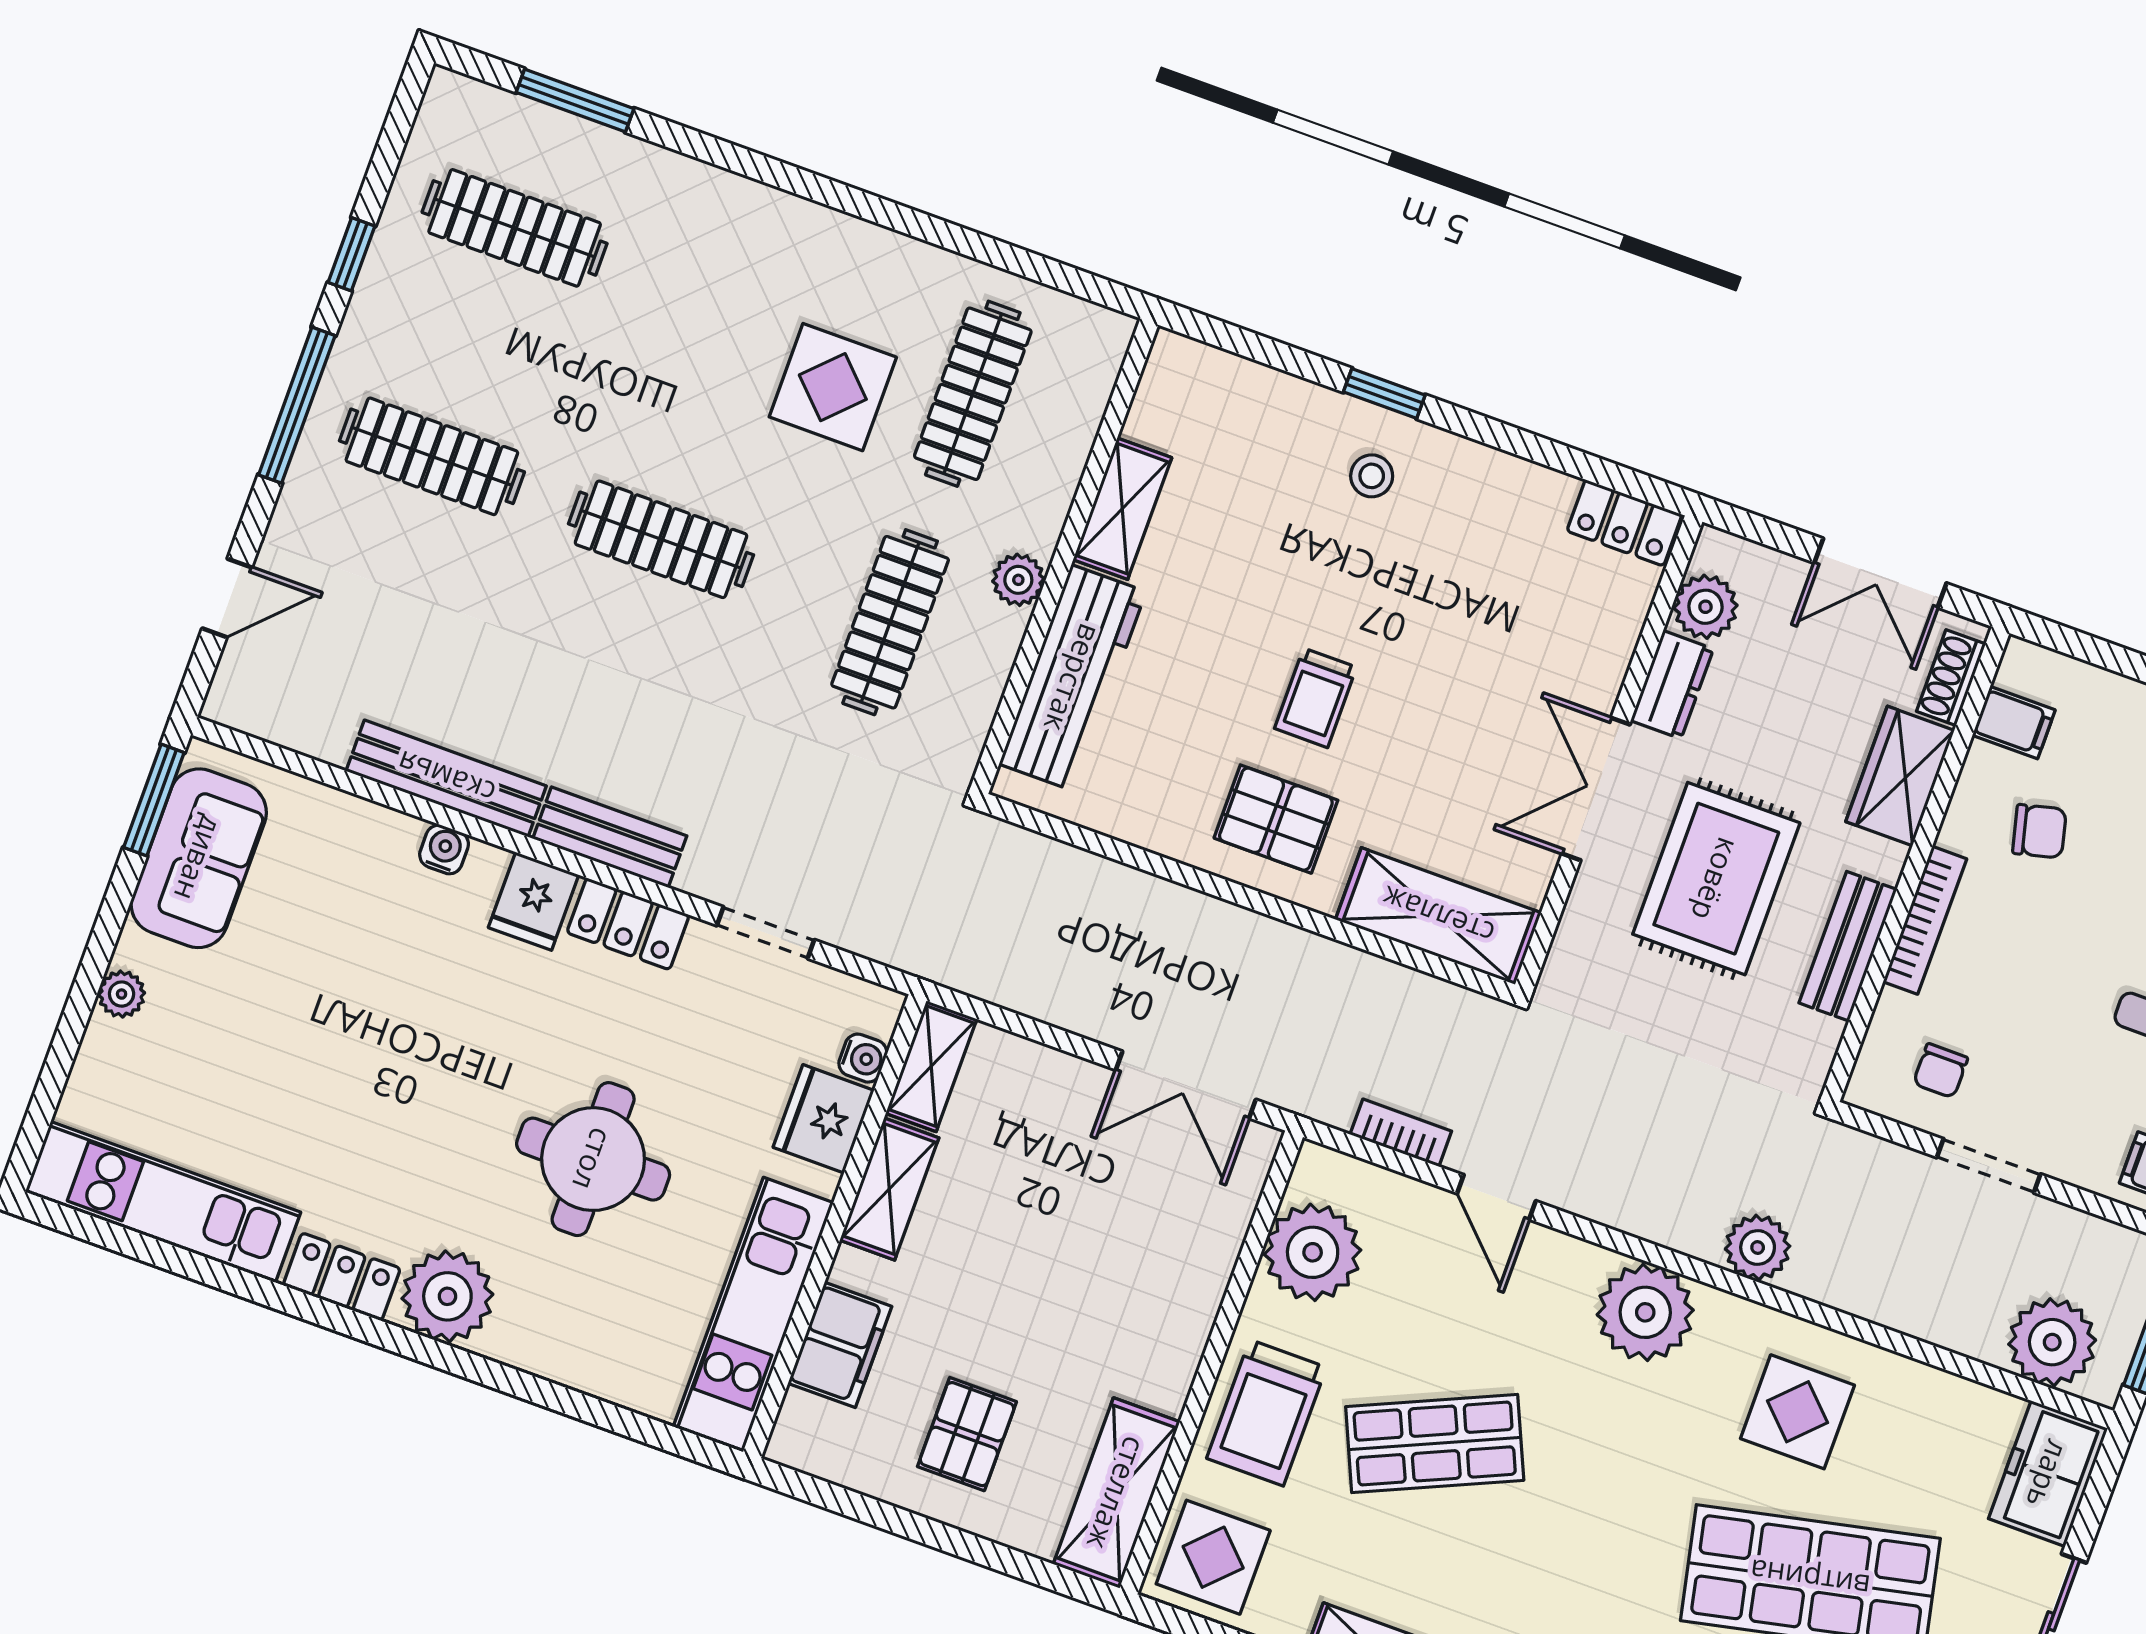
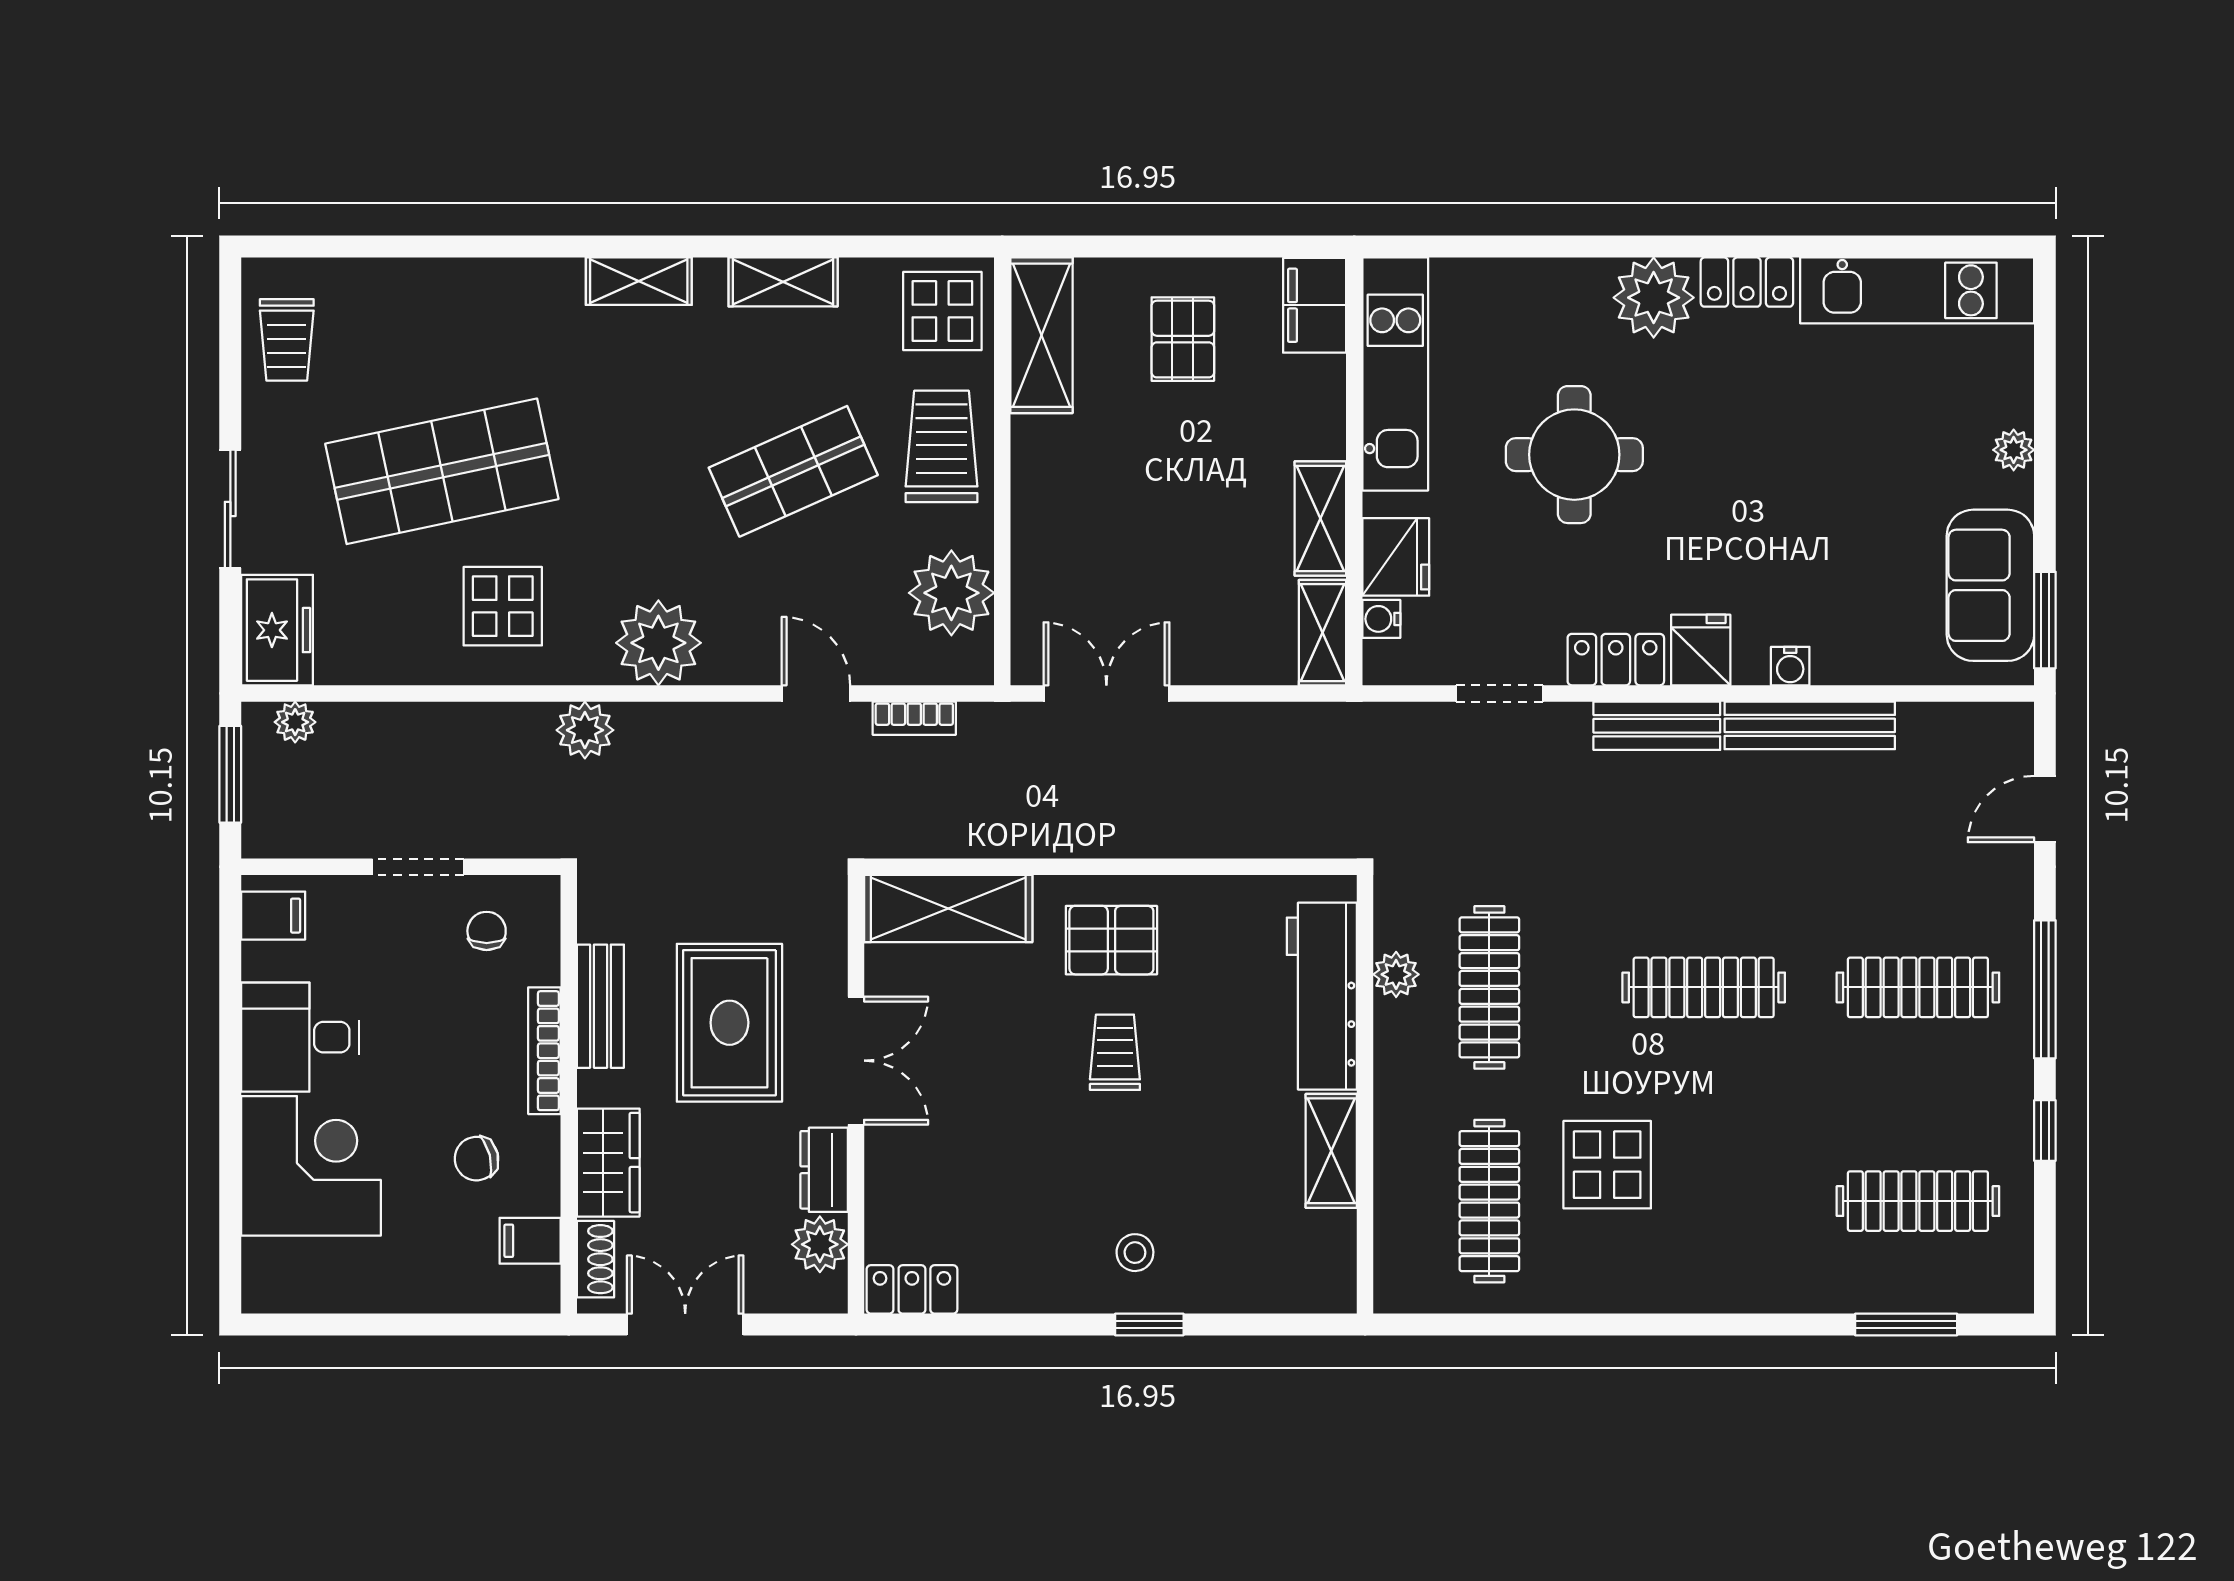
plant: (1018, 580) -> (1396, 974), moved
plant: (2052, 1342) -> (295, 722), width x0.53, depth x0.53
filing cabinet: (840, 1345) -> (1315, 305), moved

